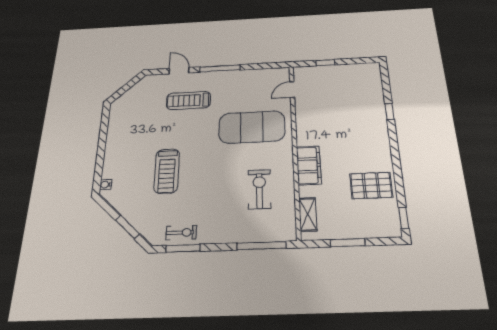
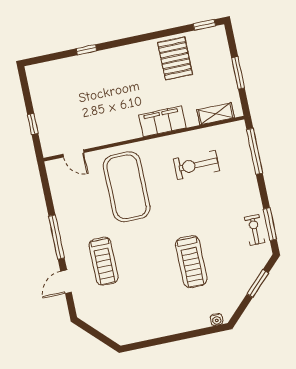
treadmill: (167, 171) -> (191, 262), turned 90

